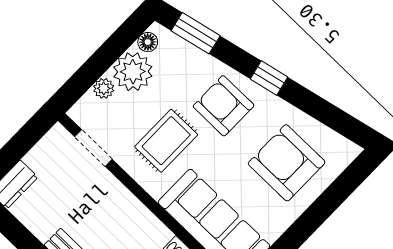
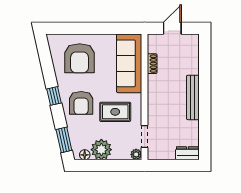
plant: (104, 88) -> (136, 154), moved

